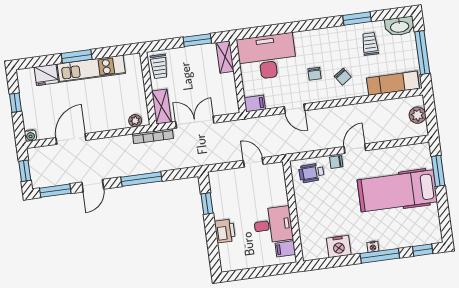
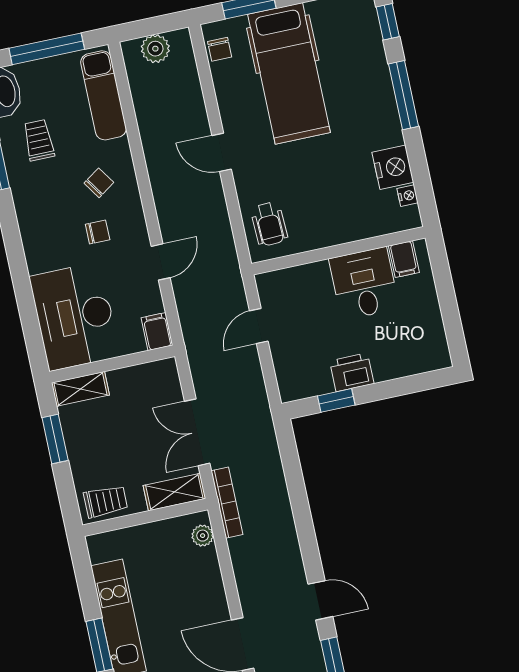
trolley: (370, 44) -> (39, 140), turned 90
chair: (336, 162) -> (220, 49), moved
window: (141, 179) -> (303, 517), removed
printer: (225, 231) -> (352, 372), moved
nightstand: (373, 247) -> (408, 196), moved

